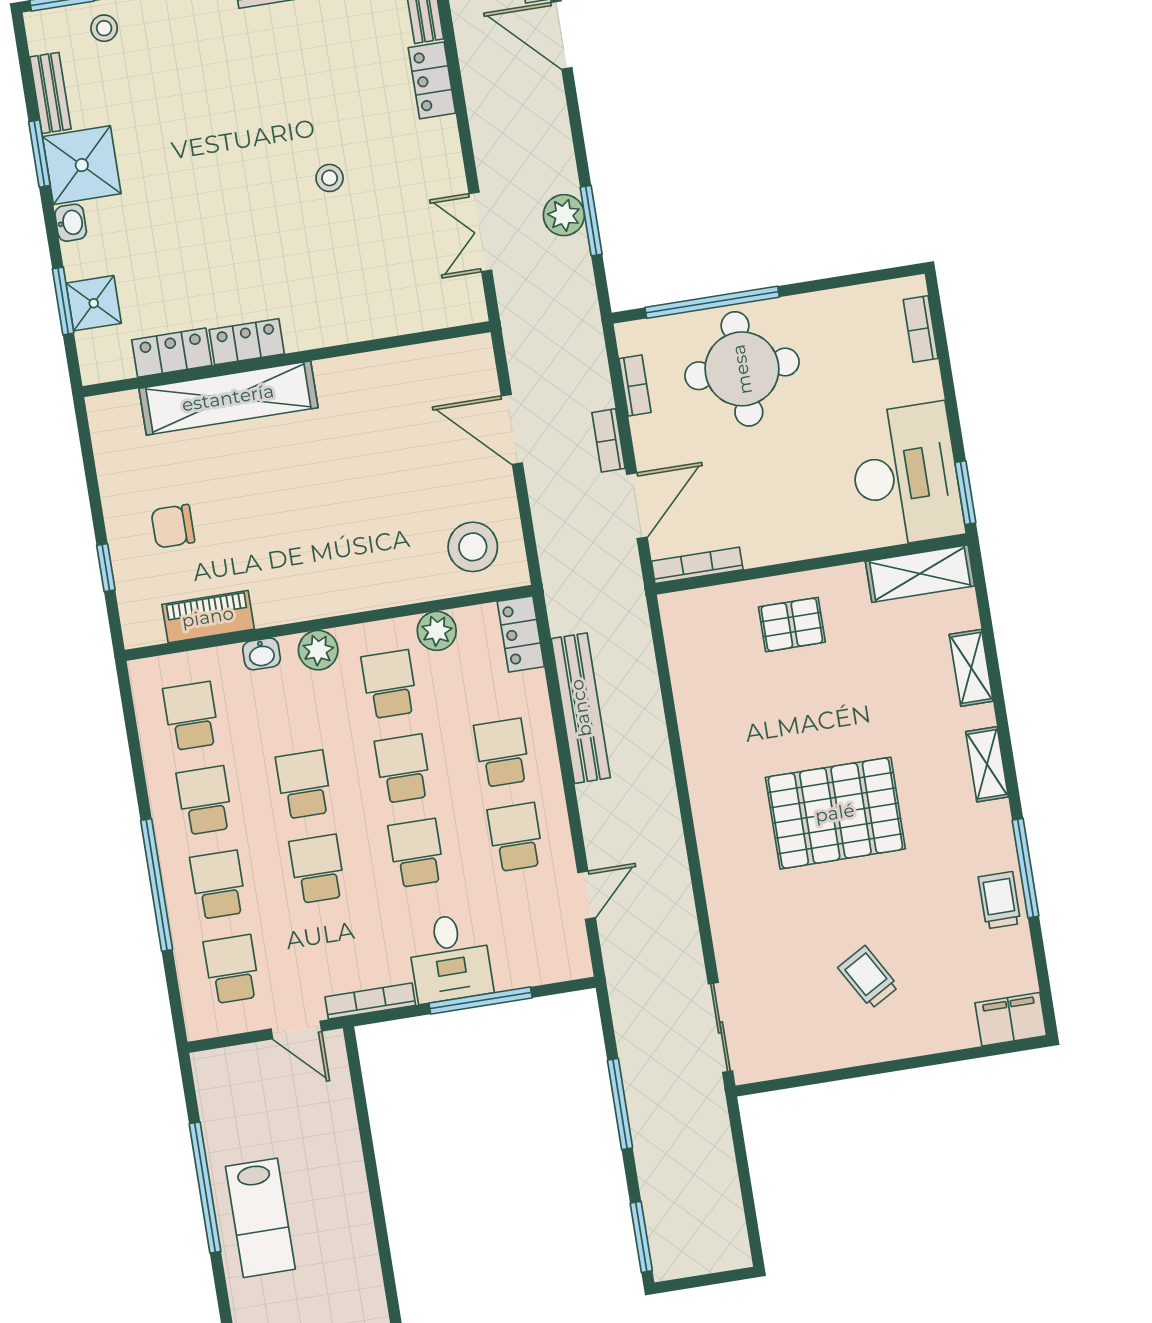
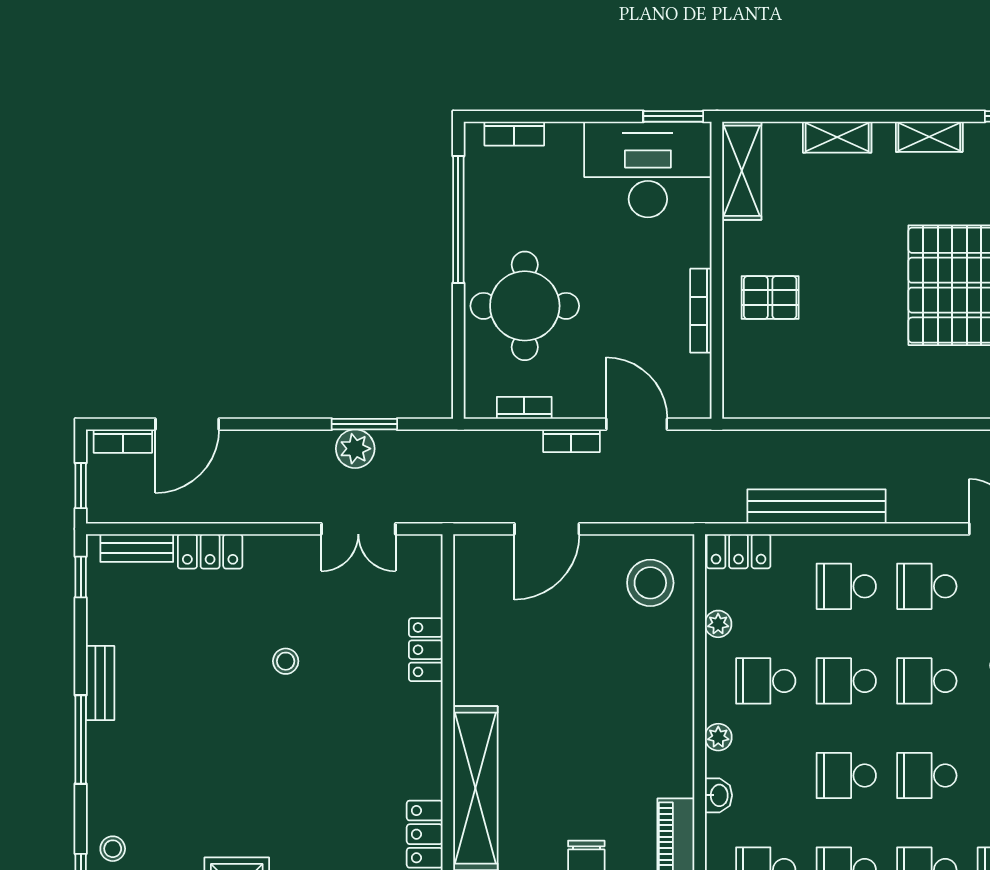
window: (712, 302) -> (458, 220), moved
locker: (247, 342) -> (426, 650), moved
bookcase: (697, 565) -> (701, 311), moved
pallet: (792, 625) -> (770, 298), turned 90
plant: (437, 631) -> (718, 624), width x0.73, depth x0.73
plant: (318, 650) -> (718, 737), width x0.73, depth x0.73

